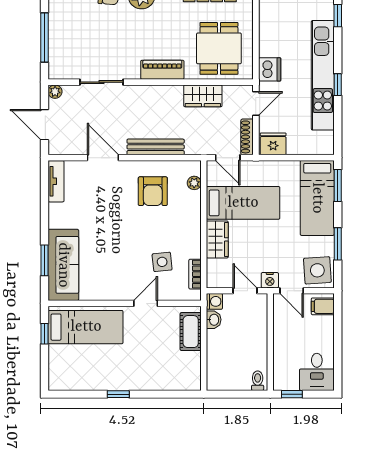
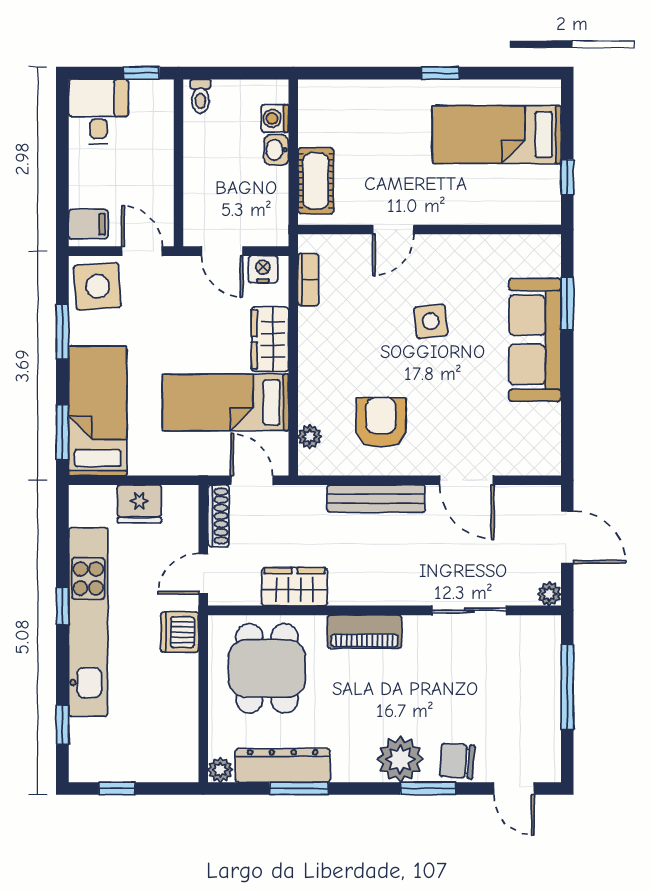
fridge: (273, 144) -> (139, 504), moved
tv unit: (56, 181) -> (547, 440), removed
side table: (162, 262) -> (431, 321), moved
sofa: (63, 265) -> (535, 340), moved
nightstand: (270, 280) -> (263, 269), moved
washing machine: (214, 301) -> (275, 118), moved
washbasin: (214, 320) -> (276, 150), moved
bed: (86, 327) -> (497, 135), moved

